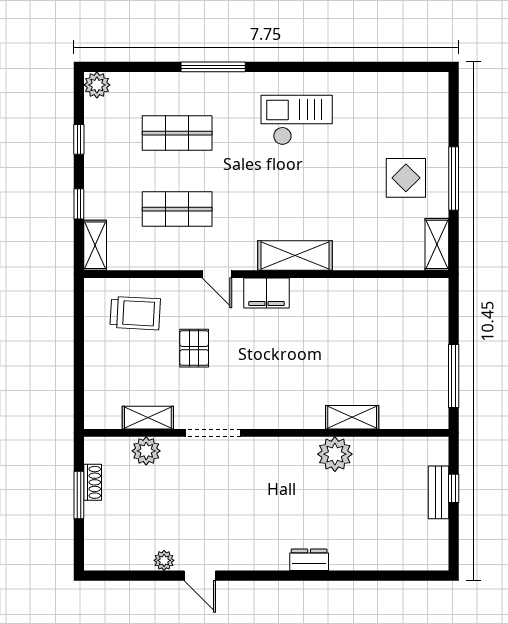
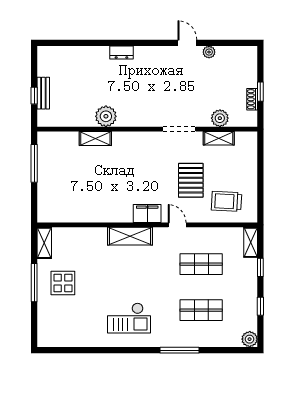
pallet: (194, 348) -> (191, 180), width x1.50, depth x1.42
window: (79, 495) -> (260, 92), width x0.67

